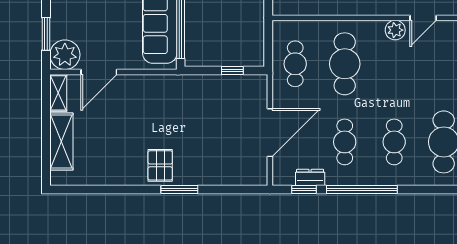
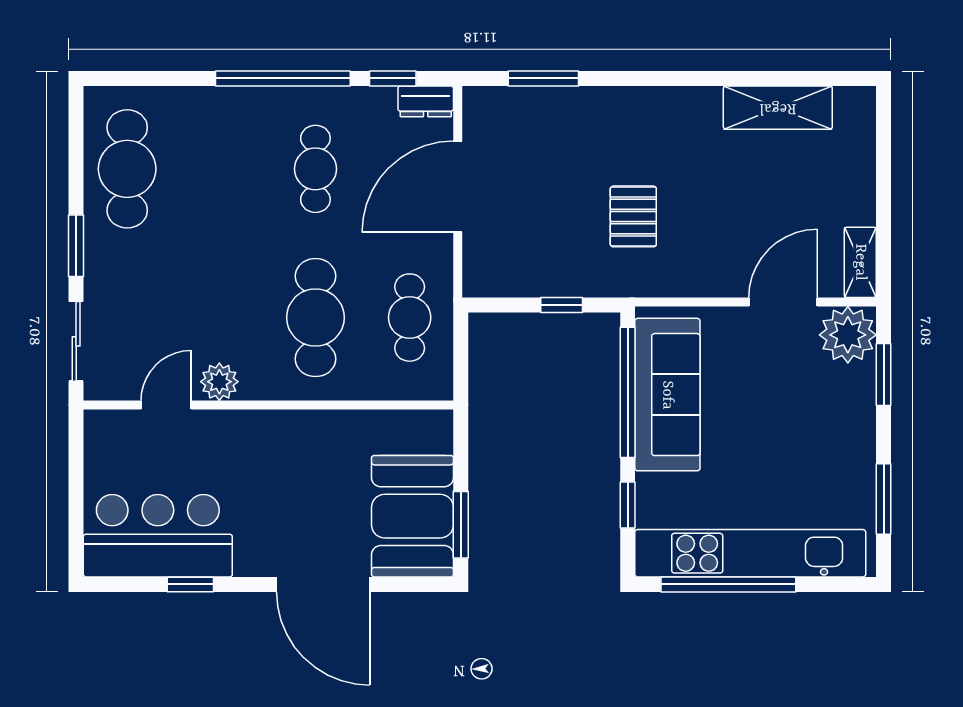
window: (232, 70) -> (562, 305), moved
shelving: (61, 141) -> (778, 108), moved, turned 90
cafe table: (394, 142) -> (221, 169), removed
pallet: (160, 165) -> (633, 216), moved
dresser: (310, 177) -> (426, 101), moved
window: (179, 189) -> (543, 78), moved

